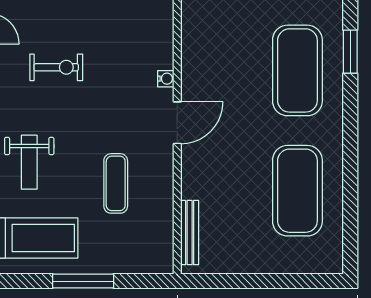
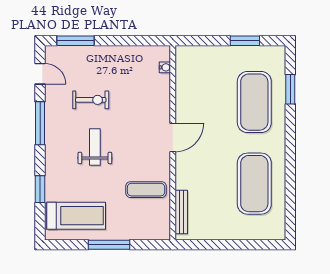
water cooler: (166, 79) -> (165, 67), moved
weight bench: (29, 162) -> (95, 147), moved, turned 180
exercise mat: (116, 183) -> (146, 190), moved, turned 90

